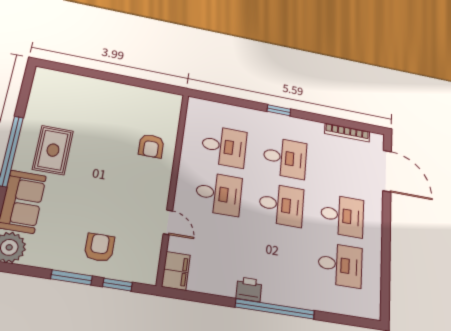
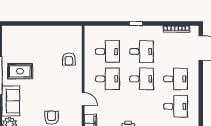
rug: (53, 150) -> (20, 71), turned 90

